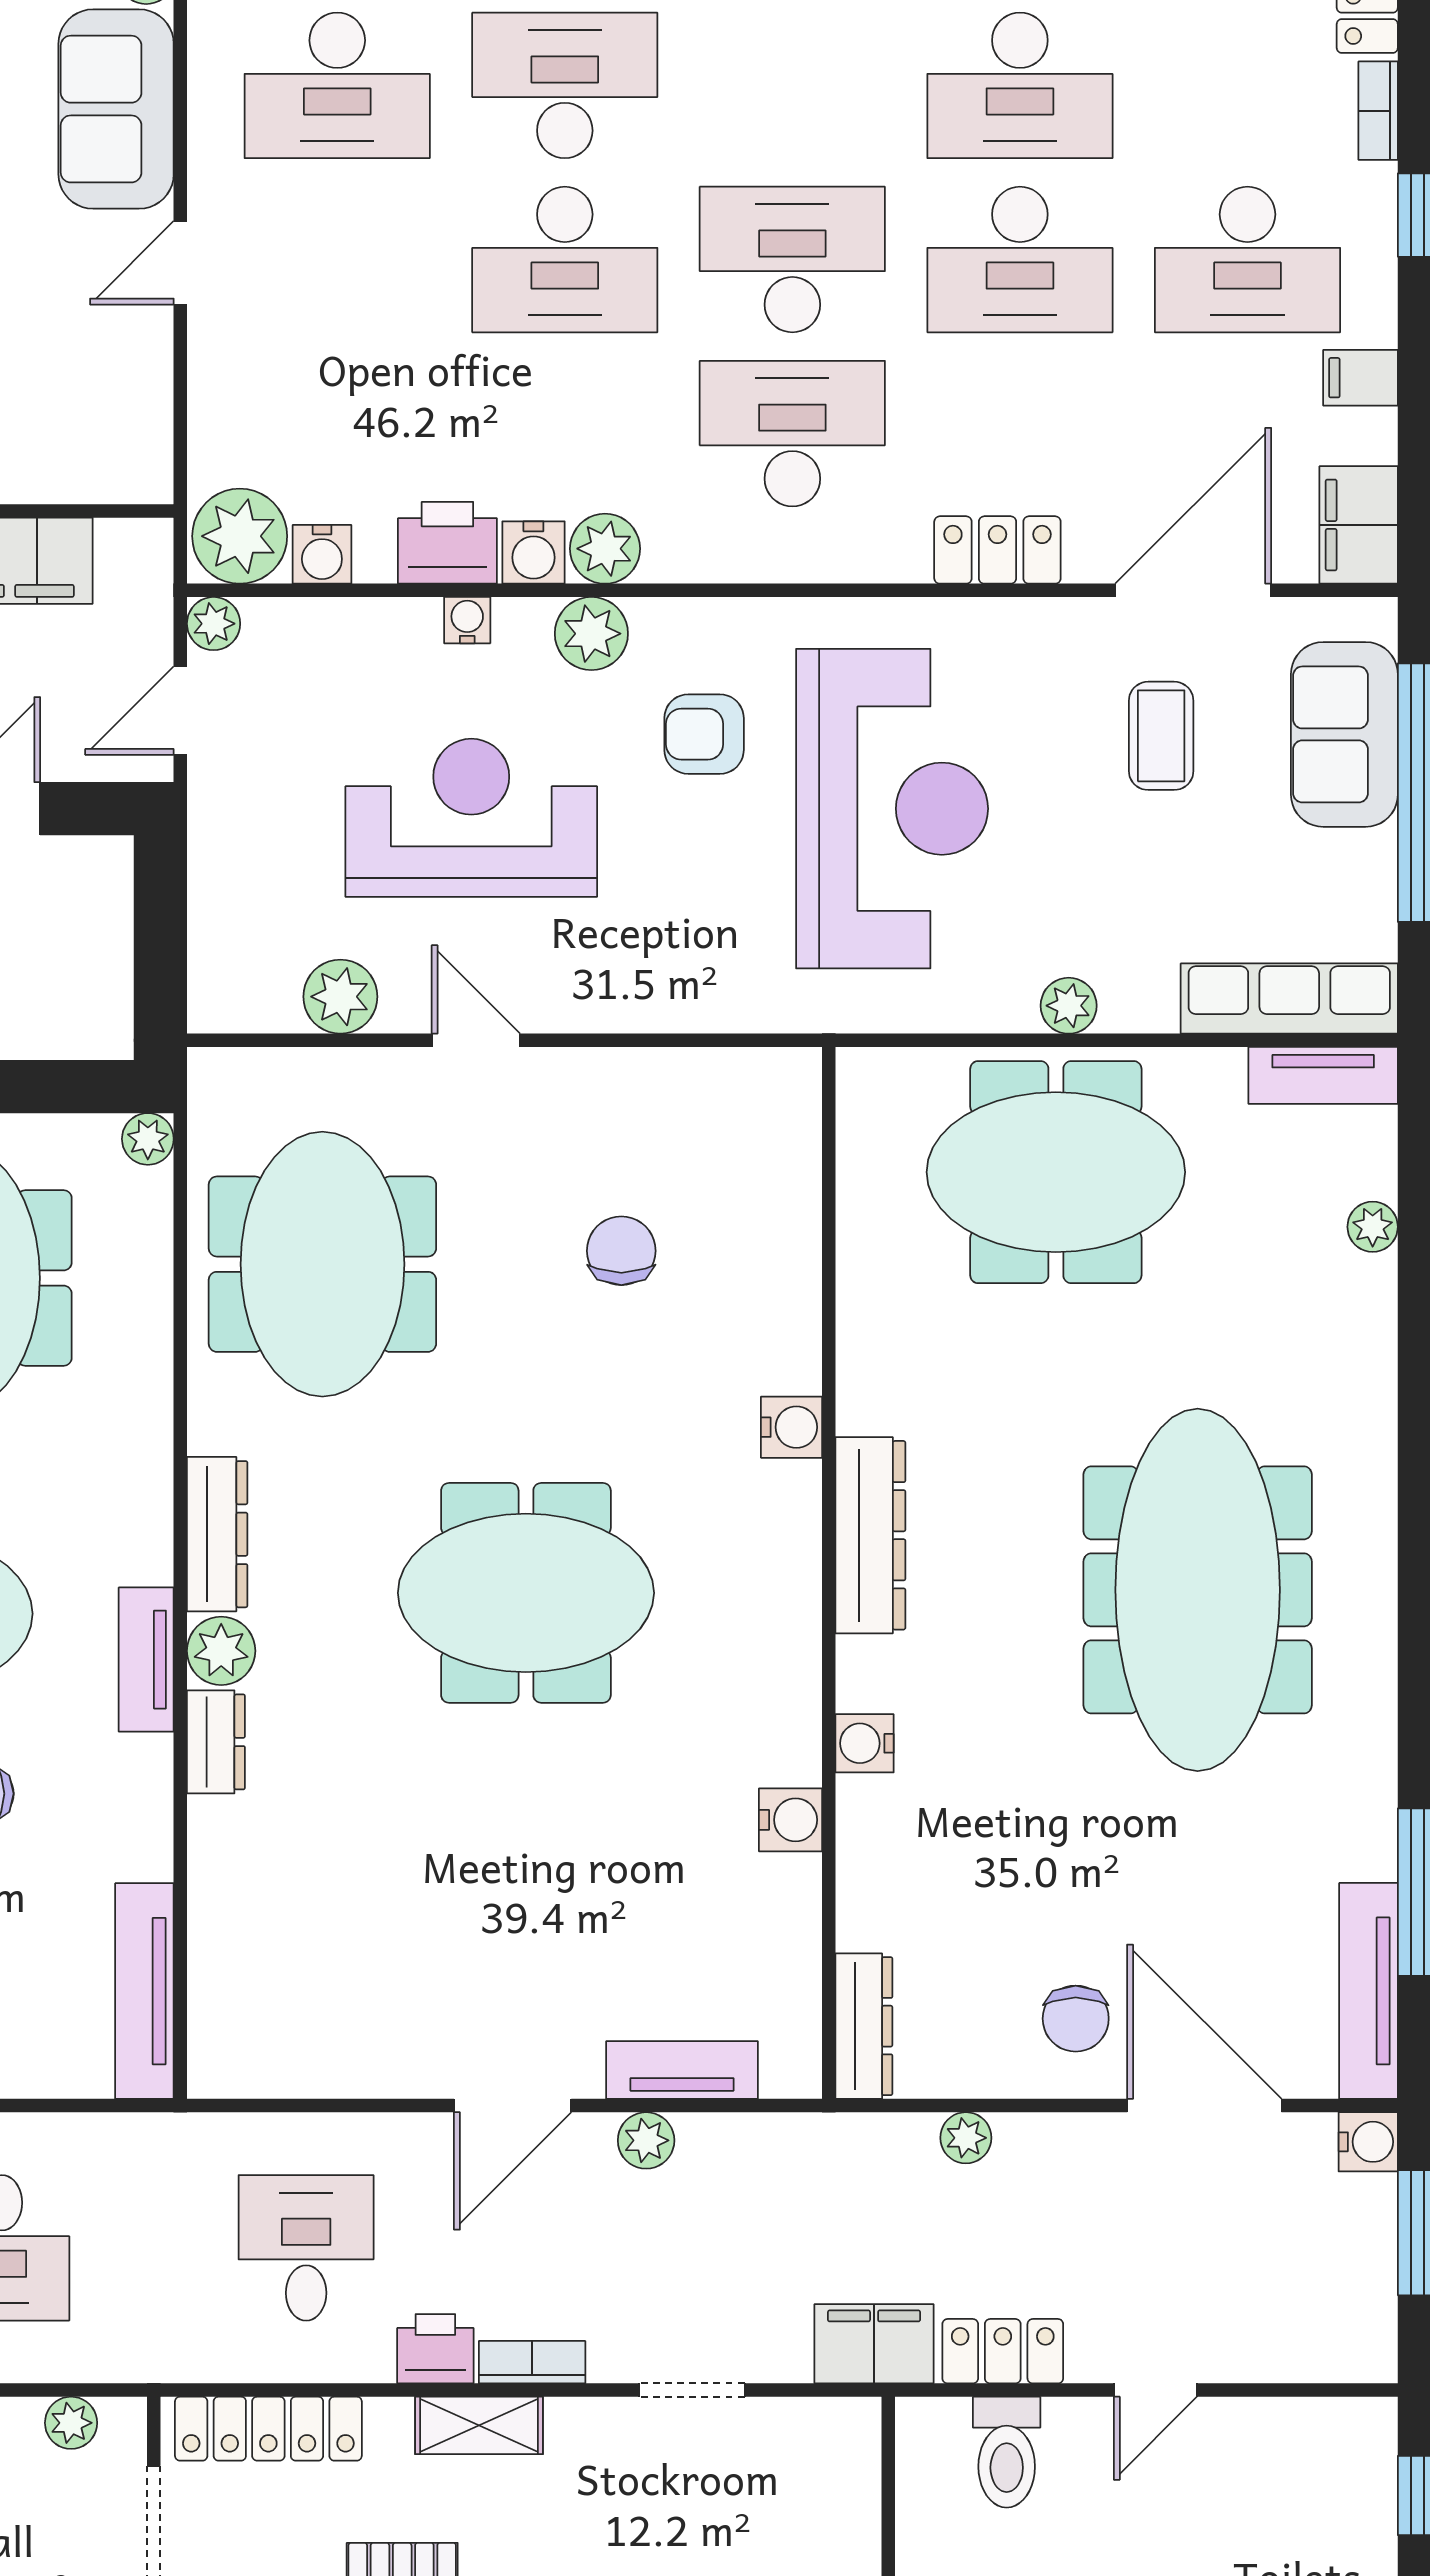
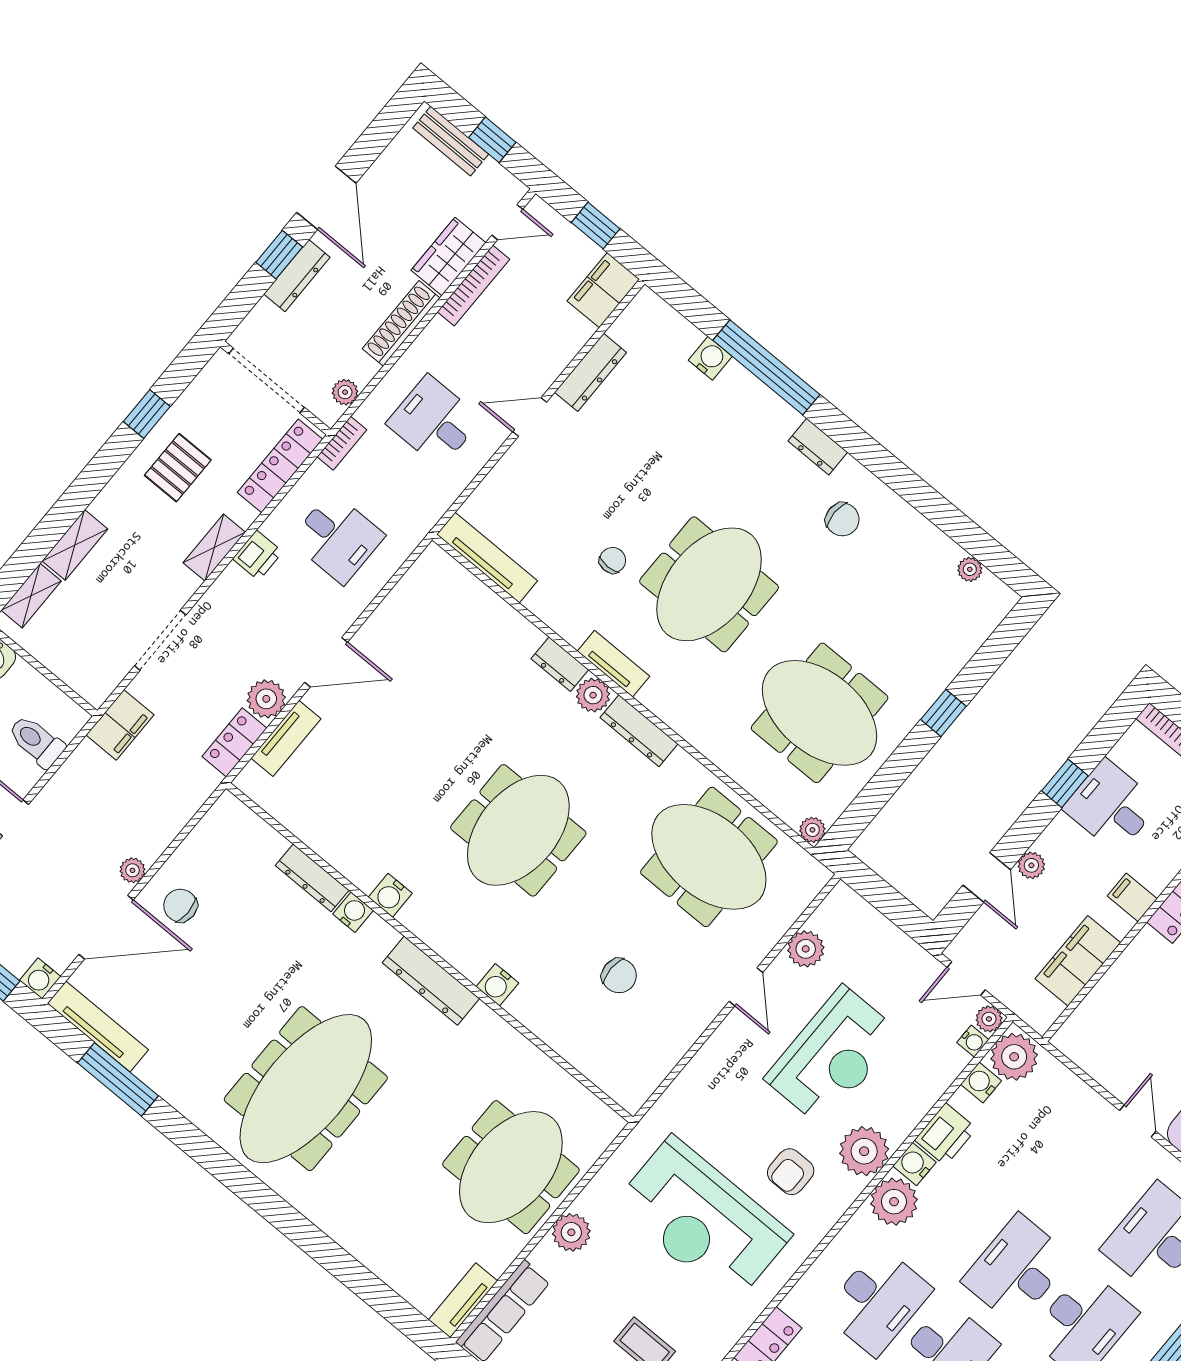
plant: (605, 549) -> (894, 1202), width x1.36, depth x1.36
water cooler: (467, 620) -> (973, 1041), moved
plant: (591, 634) -> (864, 1151), width x1.36, depth x1.36
door: (180, 711) -> (966, 979), swing flipped
armchair: (704, 734) -> (791, 1172), turned 180
plant: (1069, 1006) -> (571, 1232), width x1.38, depth x1.38
door: (476, 1040) -> (746, 987), hinge flipped
plant: (1373, 1227) -> (389, 1271), removed
meeting table: (1198, 1590) -> (306, 1089), turned 90
water cooler: (791, 1820) -> (390, 895), moved
dresser: (864, 2026) -> (312, 878), moved
door: (513, 2106) -> (326, 662), swing flipped
plant: (966, 2138) -> (133, 870), moved
plant: (646, 2140) -> (266, 699), width x1.38, depth x1.38
locker: (1003, 2351) -> (234, 742), moved, turned 180
bookcase: (532, 2362) -> (342, 443), moved
doorway: (692, 2390) -> (160, 640), width x1.38

